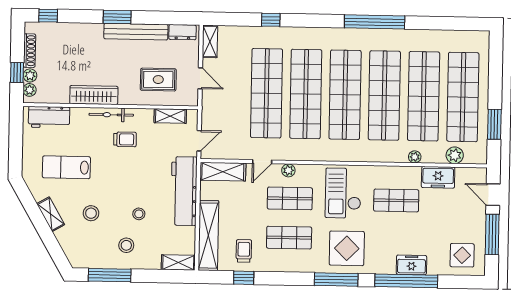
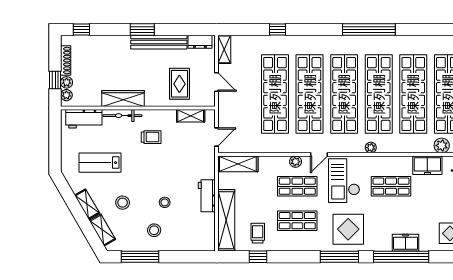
rug: (158, 80) -> (179, 84), turned 90
bicycle: (111, 115) -> (123, 116), moved
plant: (415, 157) -> (371, 148), moved
door: (262, 162) -> (319, 154), moved
workbench: (184, 191) -> (207, 196), width x0.53, depth x0.76
shelving: (178, 262) -> (102, 230), moved, turned 60

